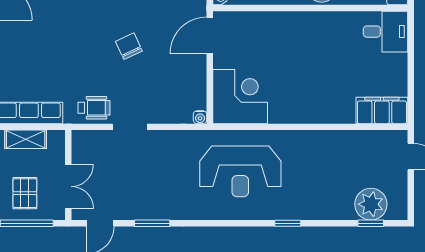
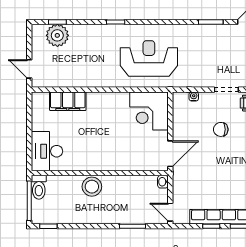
desk: (386, 32) -> (47, 151), width x1.37
chair: (129, 46) -> (221, 129), moved, turned 115
filing cabinet: (382, 110) -> (68, 101), moved
water cooler: (200, 117) -> (194, 96), moved

